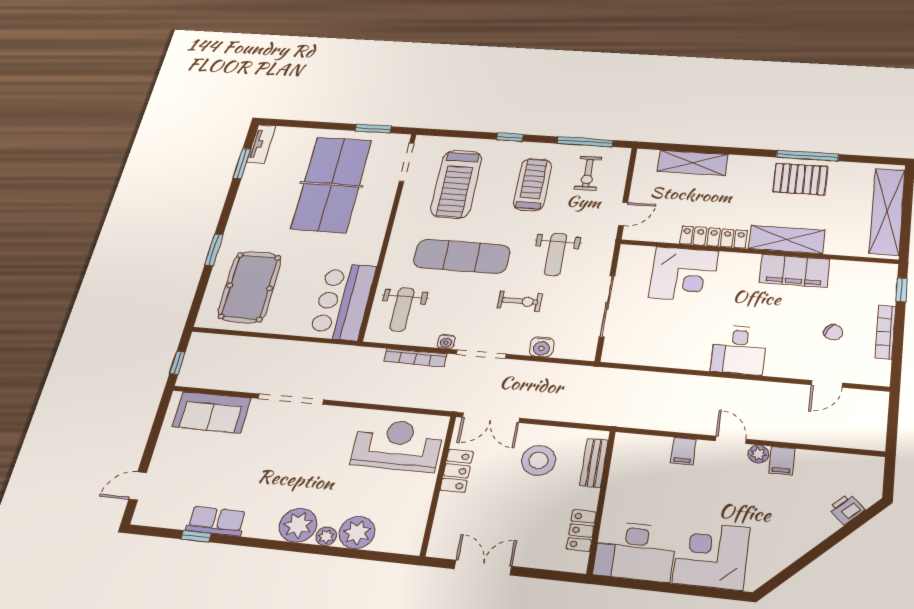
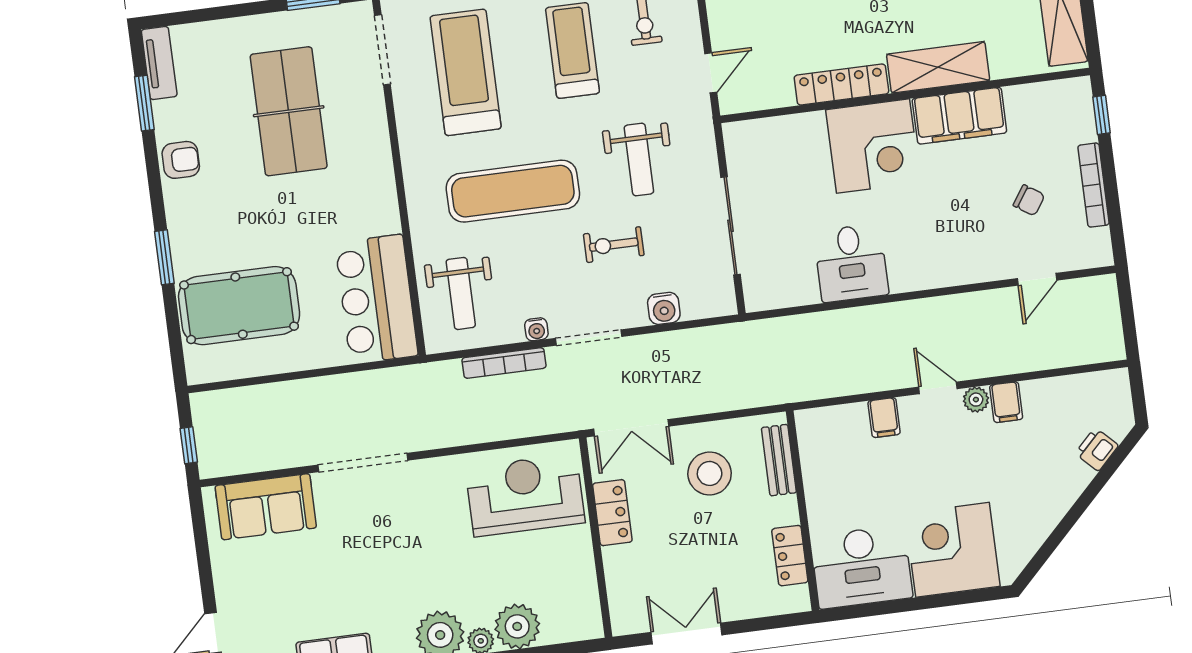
table tennis table: (332, 184) -> (289, 111), width x0.73, depth x0.76
treadmill: (456, 184) -> (466, 72), turned 180
armchair: (250, 198) -> (181, 160), added
corner desk: (684, 274) -> (873, 146), moved
pool table: (250, 287) -> (239, 306), turned 90
exercise bike: (520, 301) -> (614, 245), turned 180
desk: (739, 350) -> (851, 263), moved

